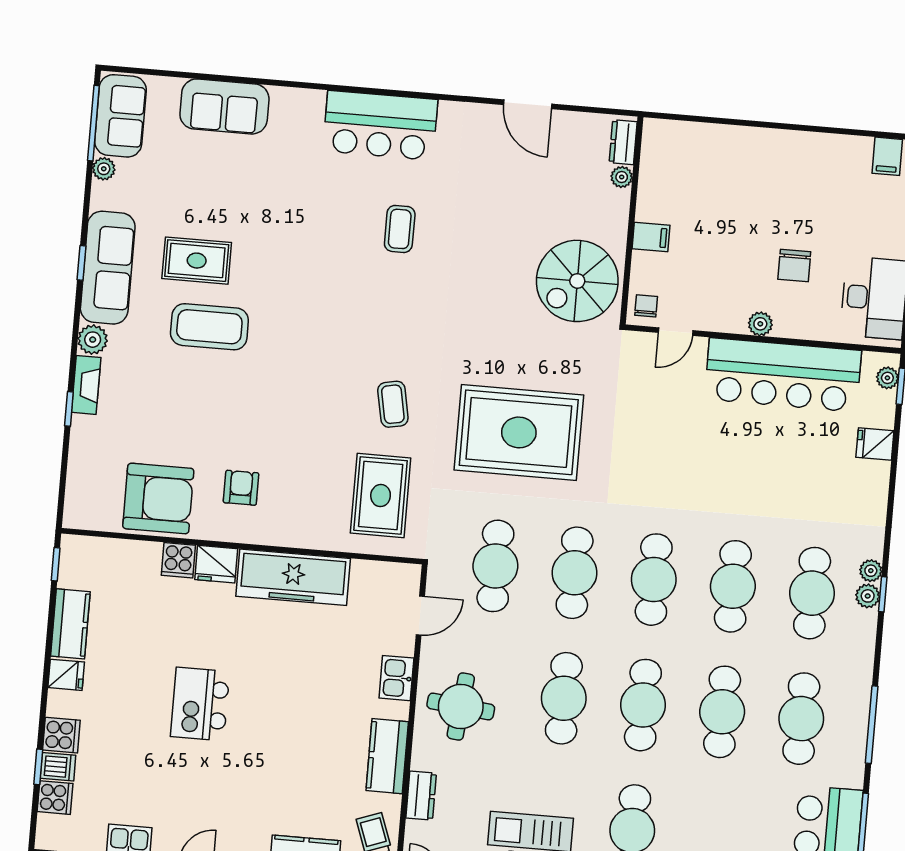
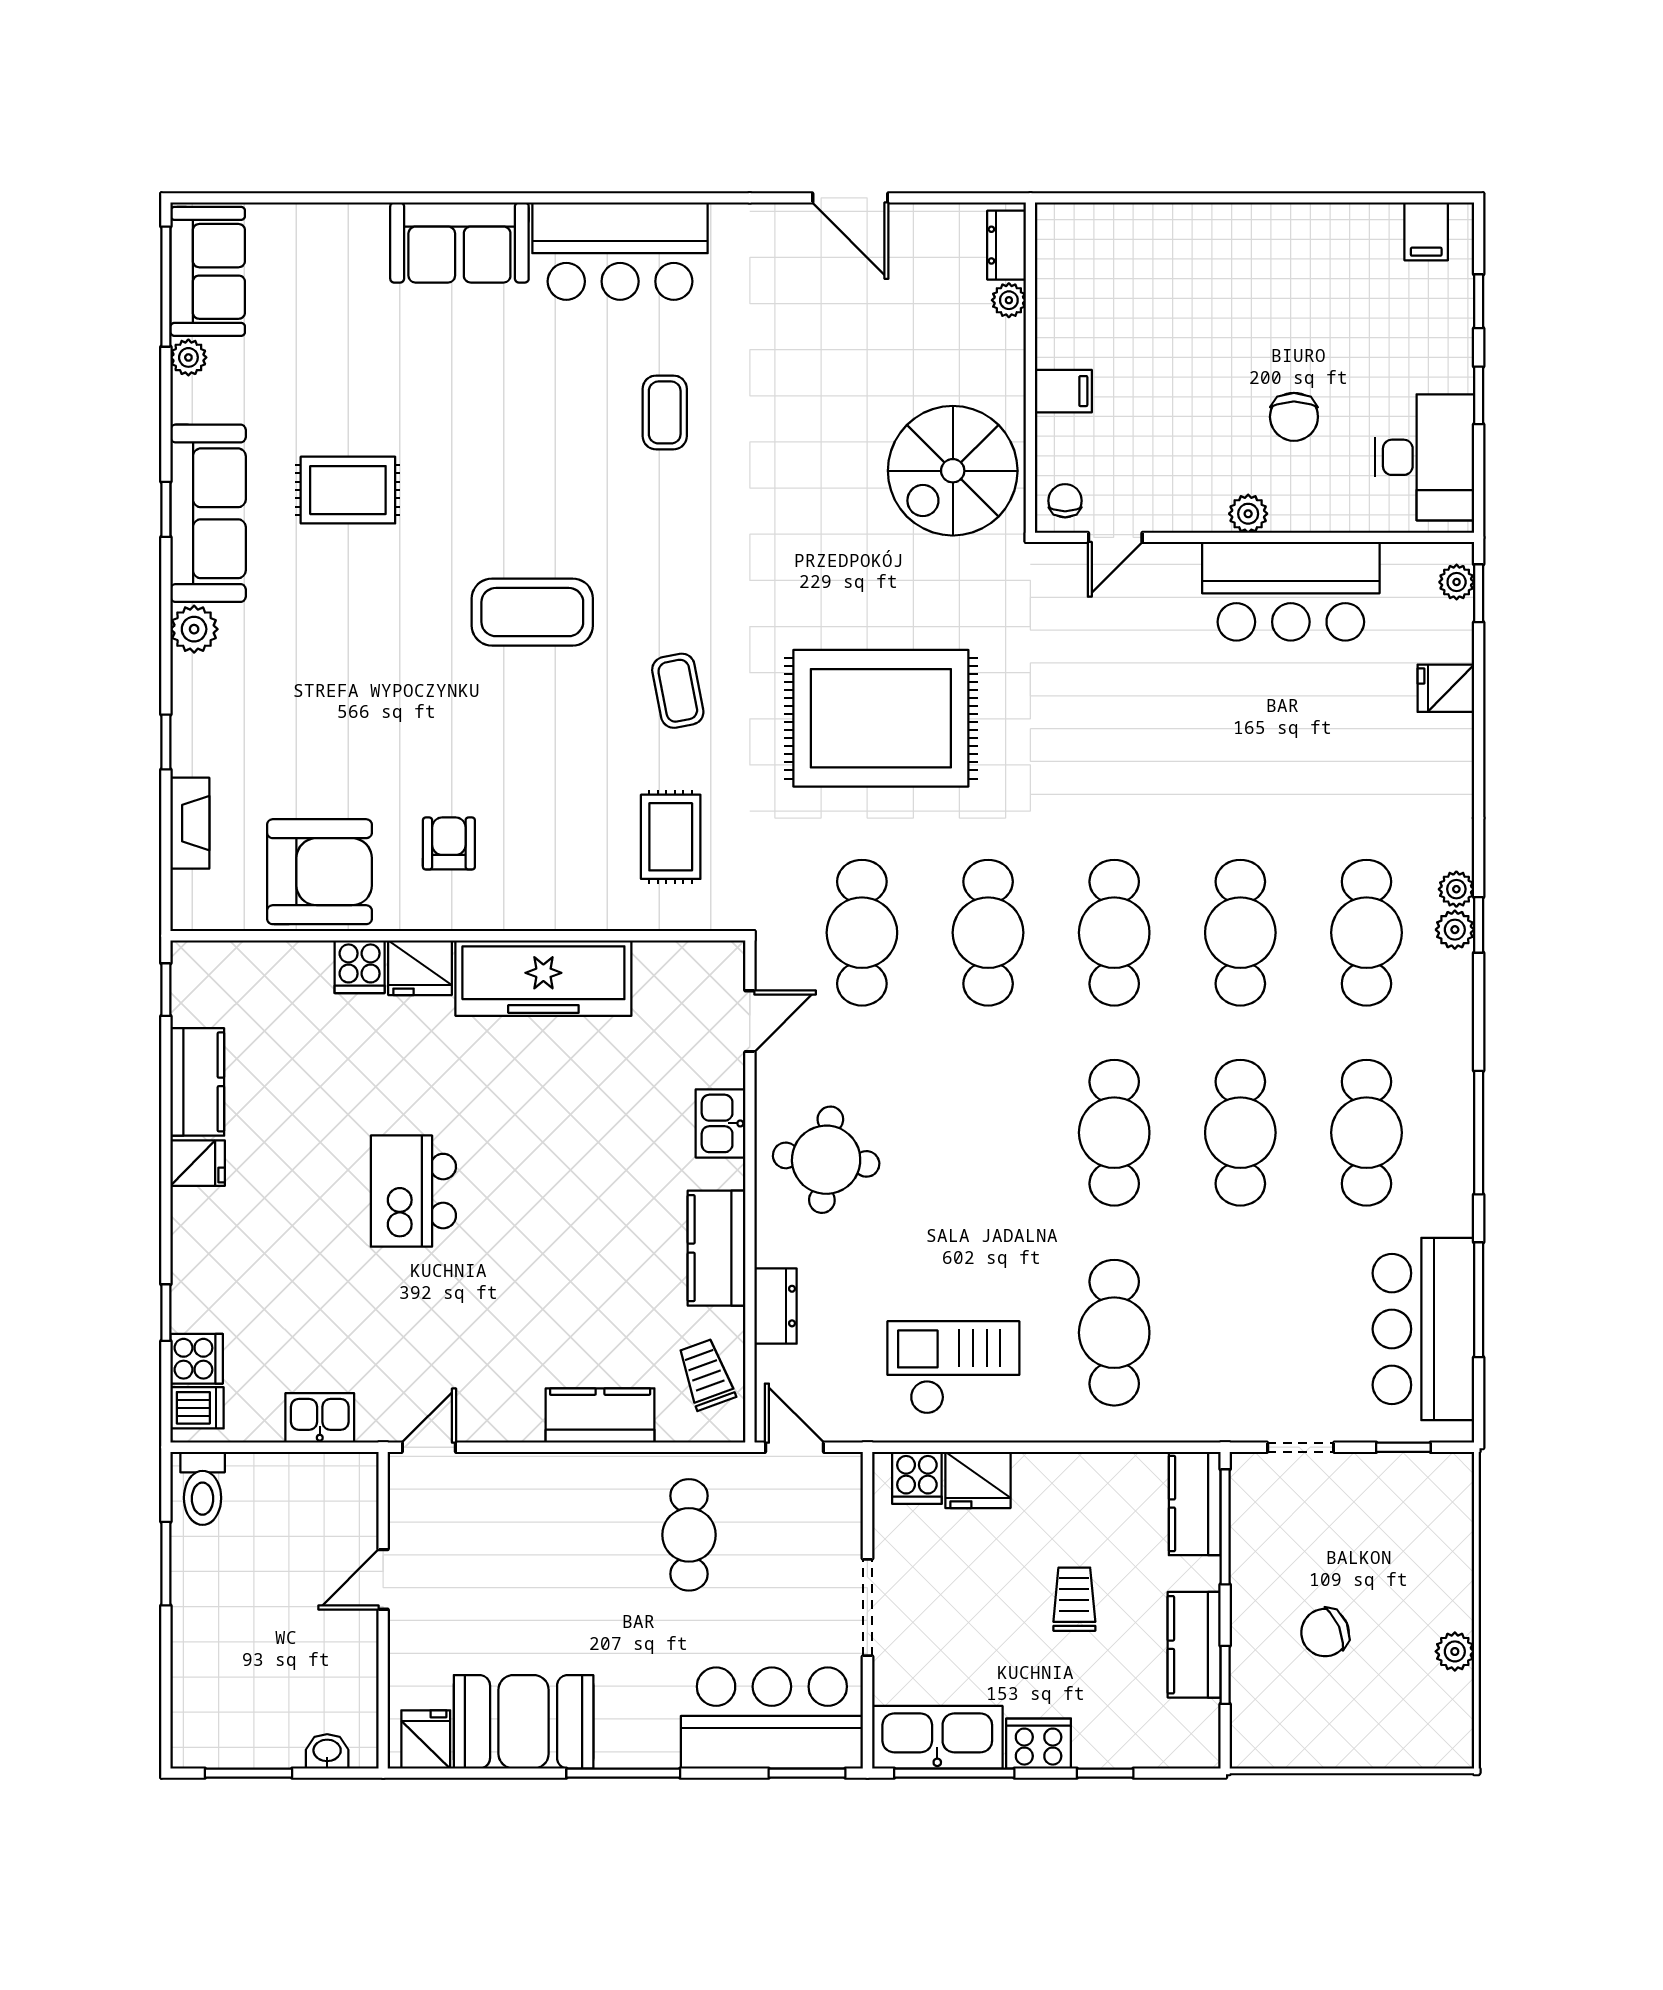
sofa: (224, 106) -> (459, 243), moved
coffee table: (209, 327) -> (532, 612), moved
bar counter: (783, 375) -> (1291, 591), width x0.73
fireplace: (86, 385) -> (190, 823), moved
rug: (381, 496) -> (671, 837), width x0.73, depth x0.70
cafe table: (564, 698) -> (988, 1133), removed
cooker: (61, 735) -> (198, 1259), removed
dishwasher: (58, 767) -> (197, 1408), moved

